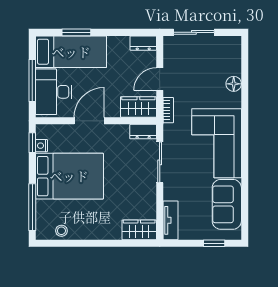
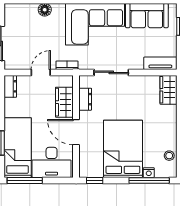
door: (160, 79) -> (41, 72), swing flipped
window: (32, 81) -> (25, 180), moved
wardrobe: (138, 107) -> (64, 102), moved
dresser: (143, 132) -> (85, 99), moved
nightstand: (41, 146) -> (149, 173), moved

